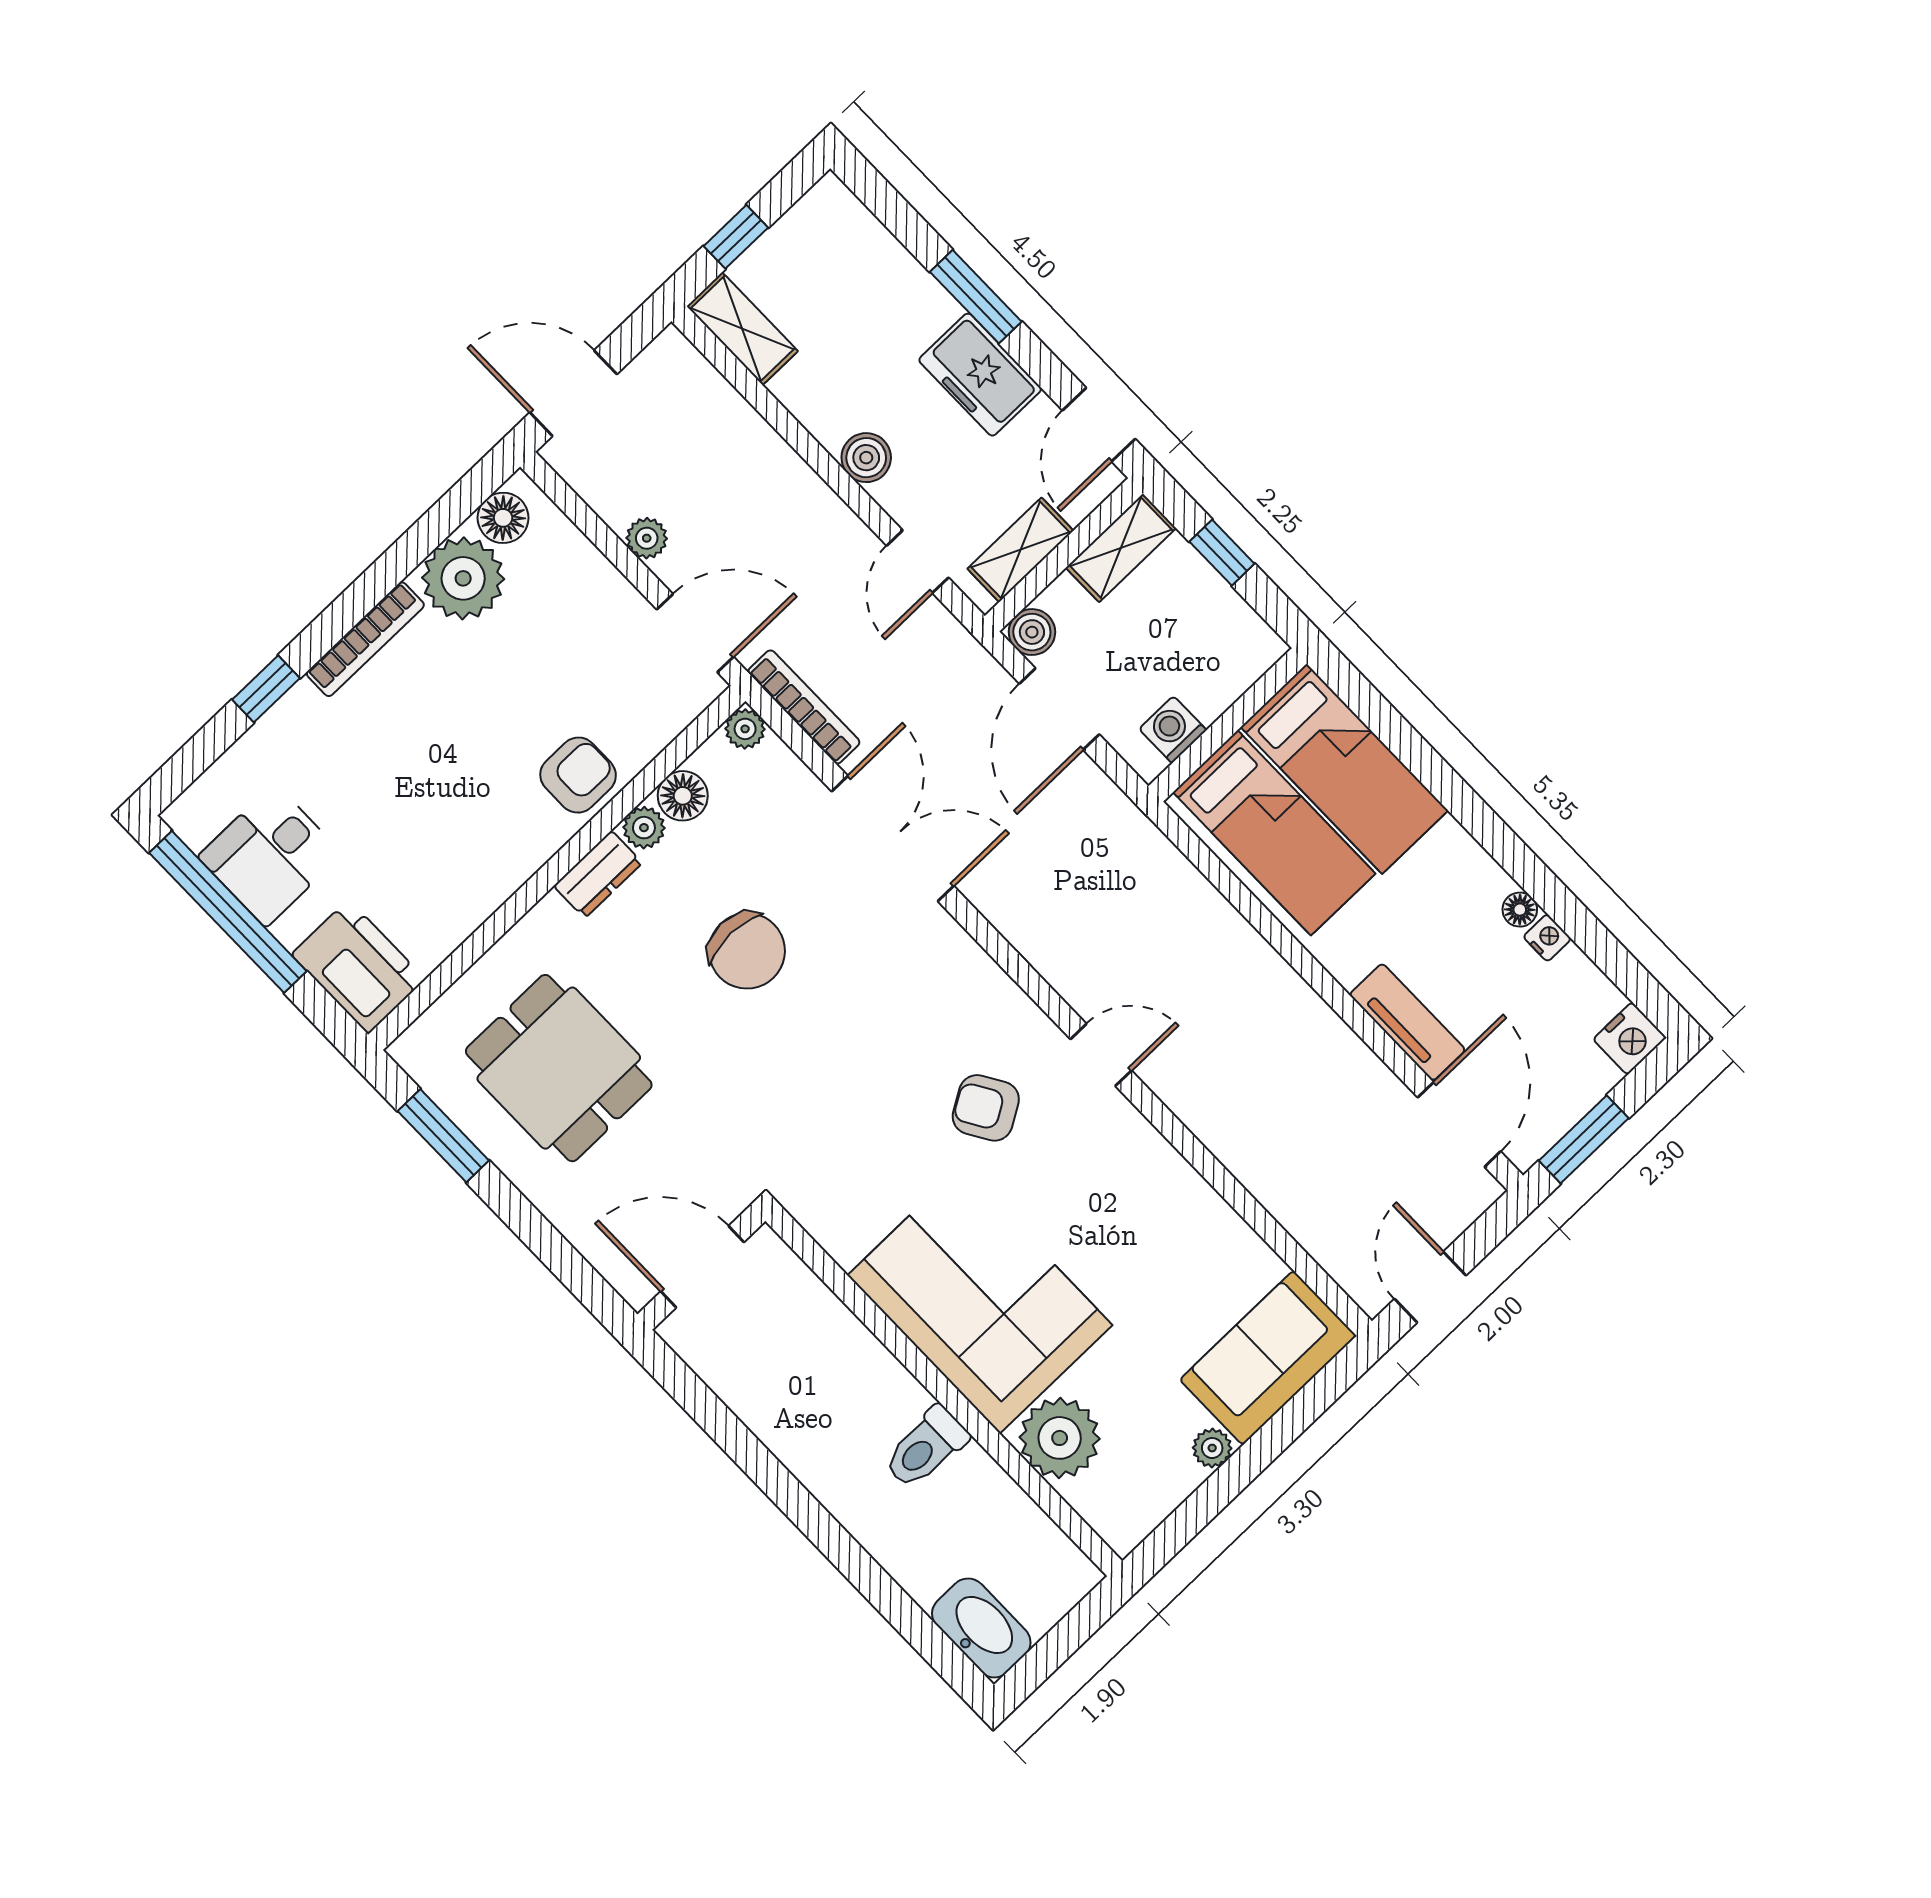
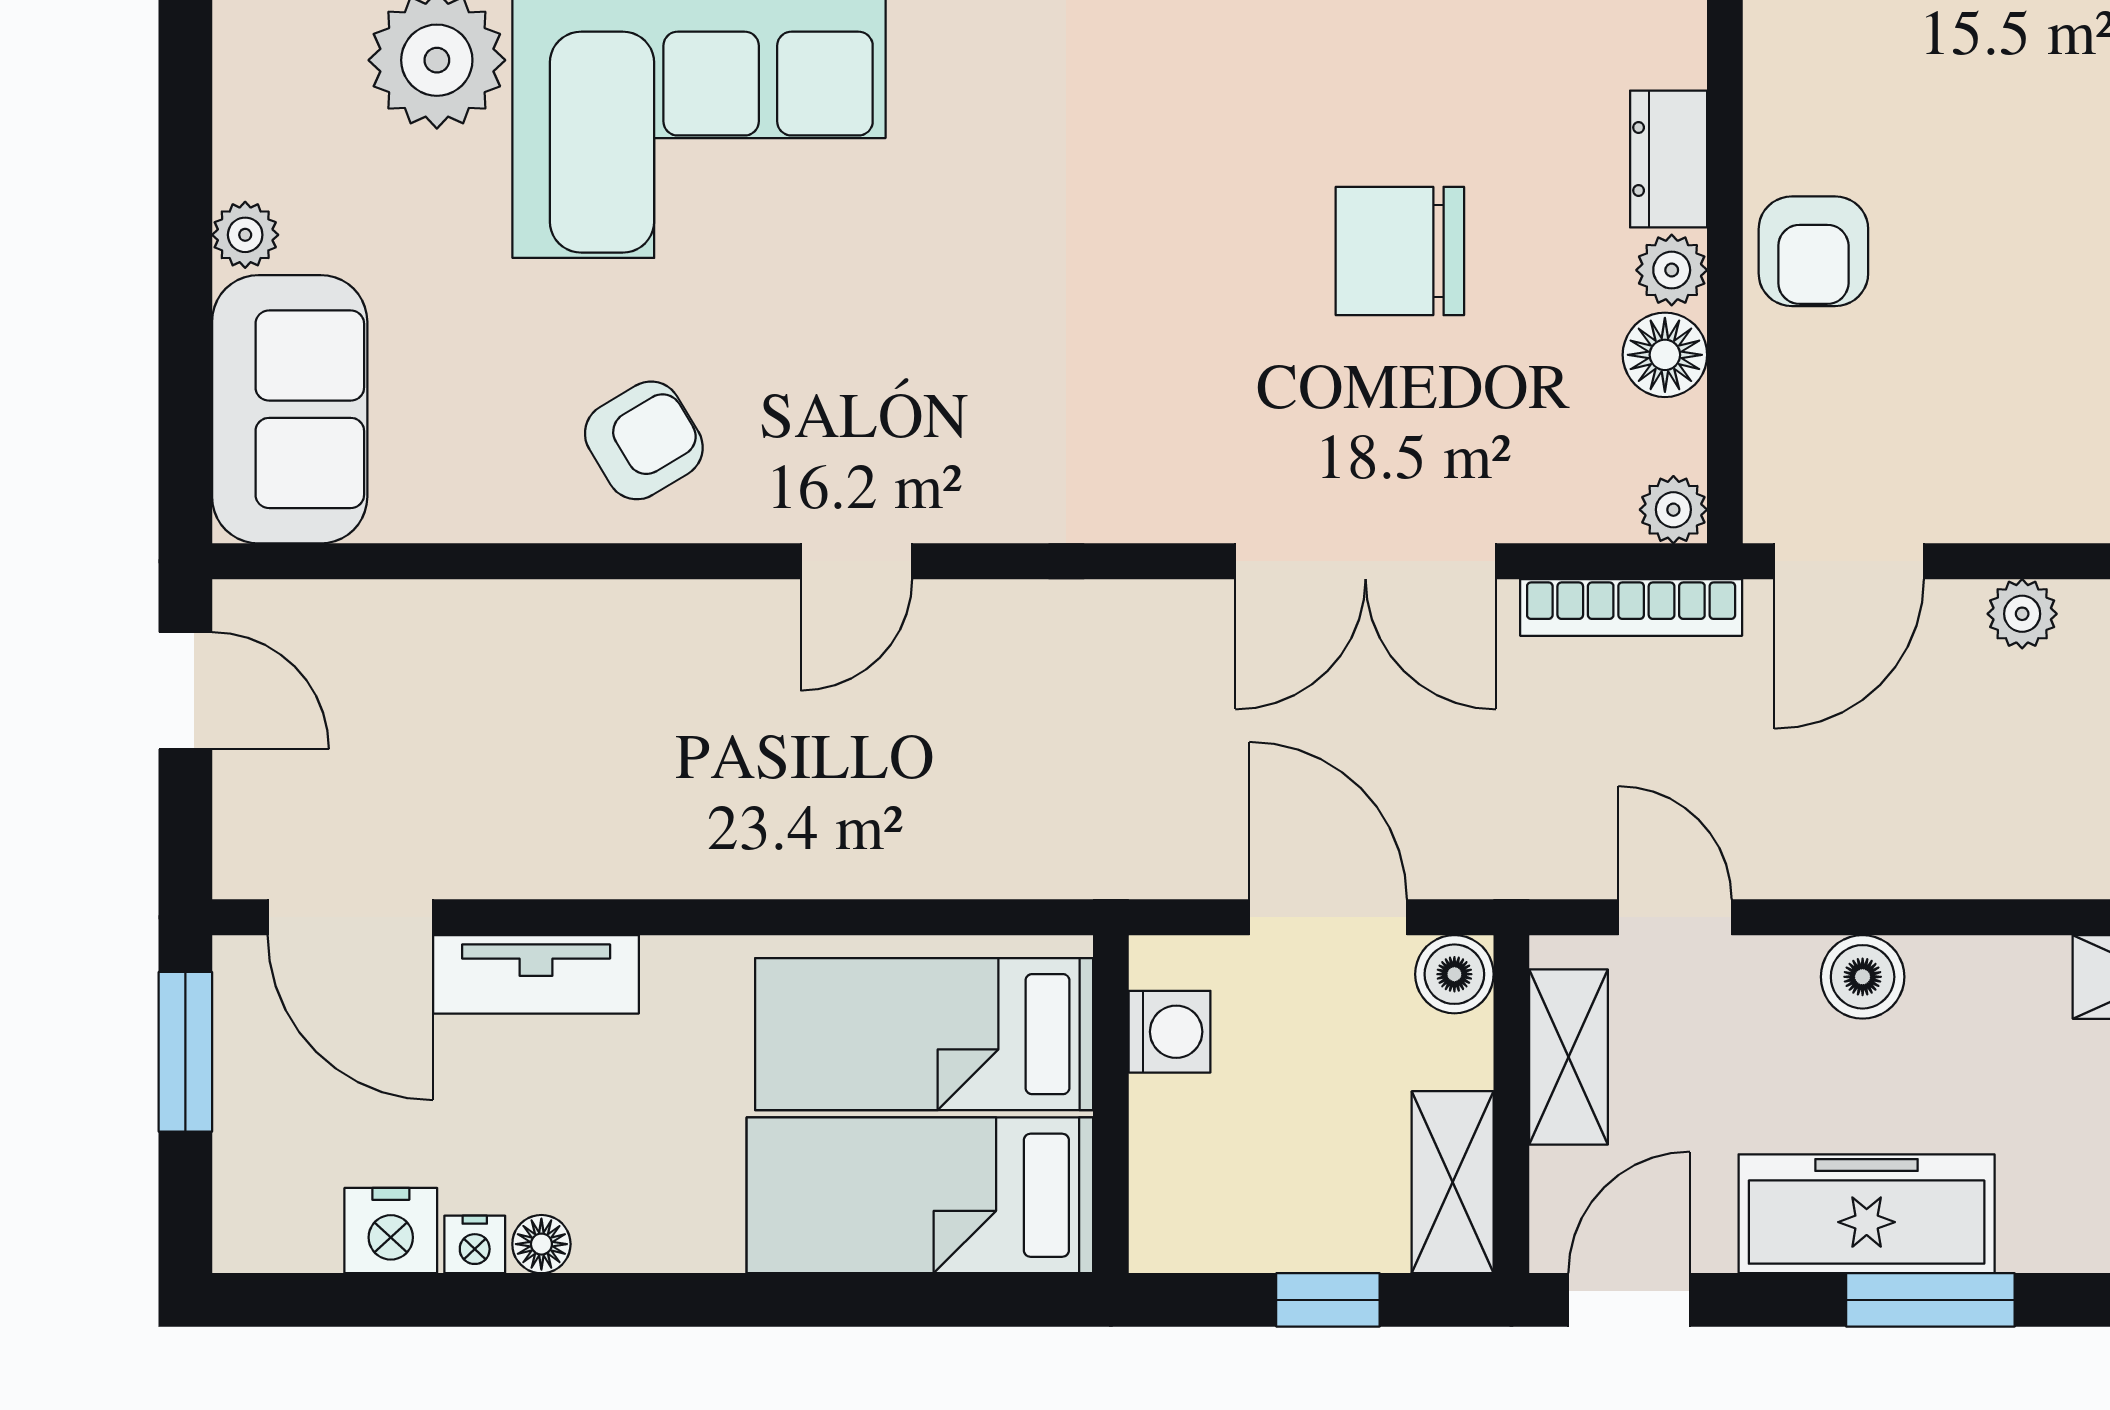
freezer: (980, 375) -> (1867, 1214), width x1.40
door: (1099, 425) -> (1629, 1300), hinge flipped
nightstand: (1630, 1038) -> (391, 1231), moved, turned -90
armchair: (986, 1108) -> (644, 440), moved

